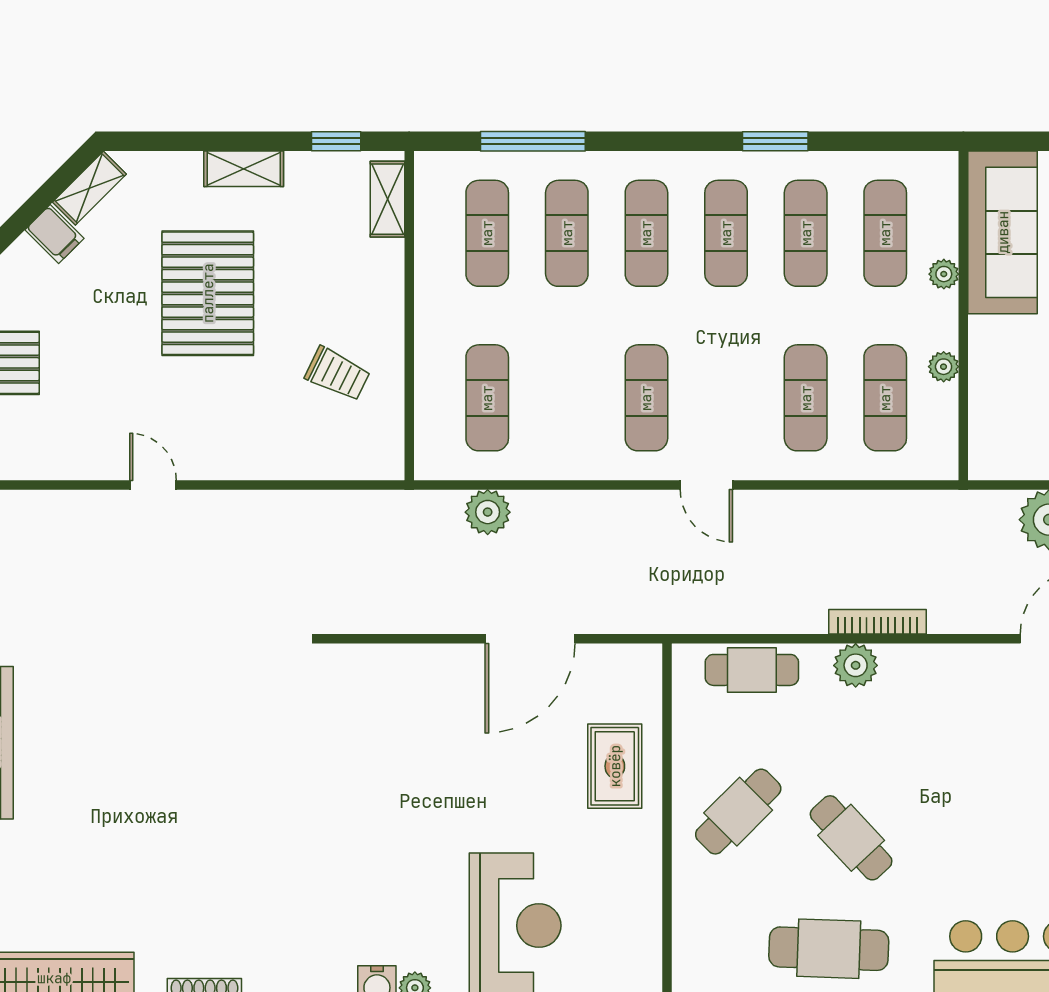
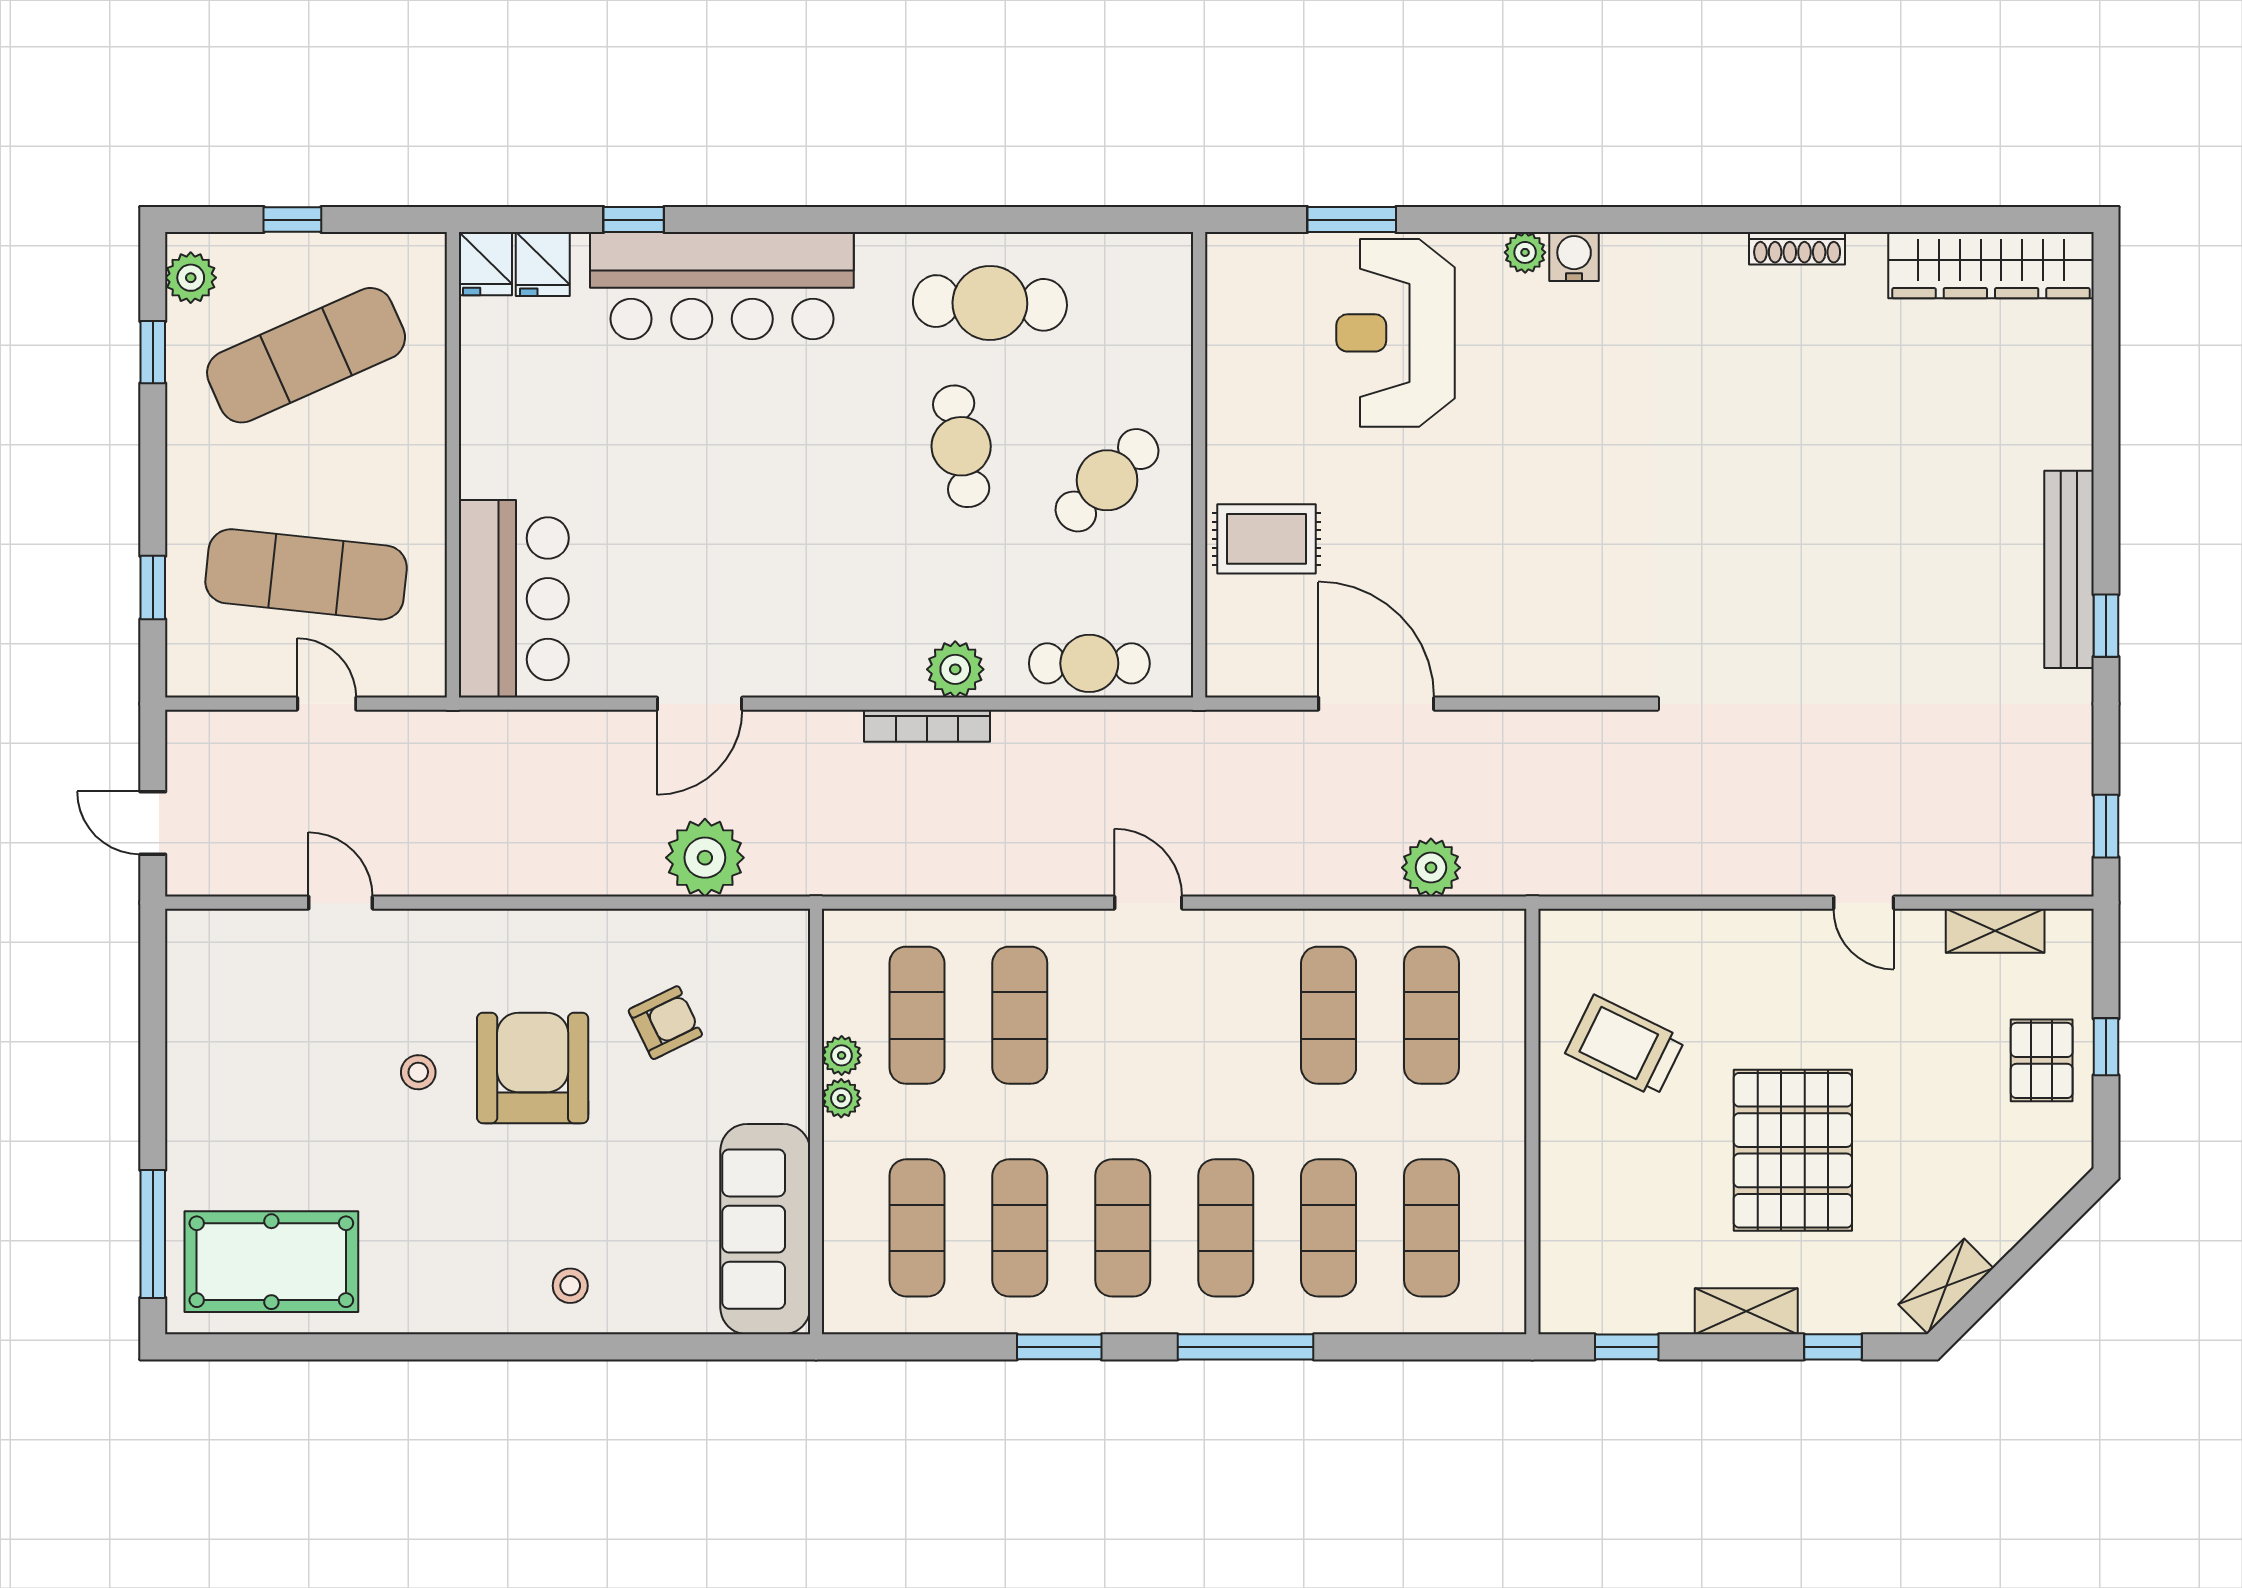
window: (177, 141) -> (1833, 1347), added
window: (533, 141) -> (1246, 1347), moved
shelving: (387, 199) -> (1995, 931), moved, turned 90
filing cabinet: (54, 234) -> (1991, 1227), removed
plant: (944, 274) -> (841, 1098), moved
trolley: (337, 374) -> (1625, 1046), width x1.36, depth x1.39
exercise mat: (646, 398) -> (1329, 1015), moved
door: (530, 639) -> (1376, 704), hinge flipped
rug: (615, 766) -> (1267, 539), turned 90
cafe table: (851, 838) -> (961, 446), turned 33

